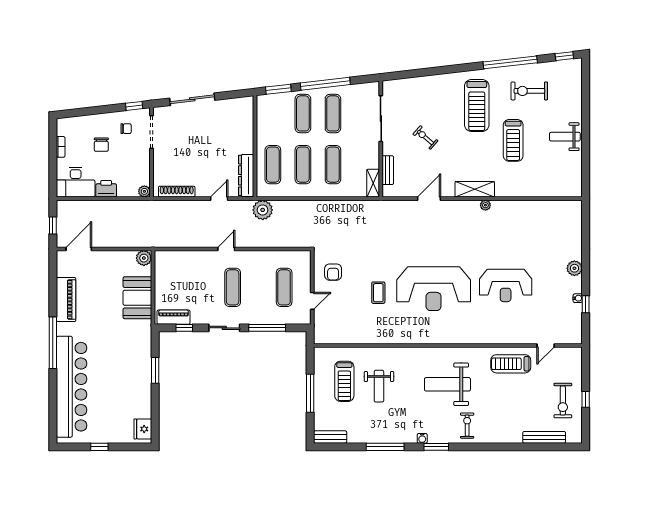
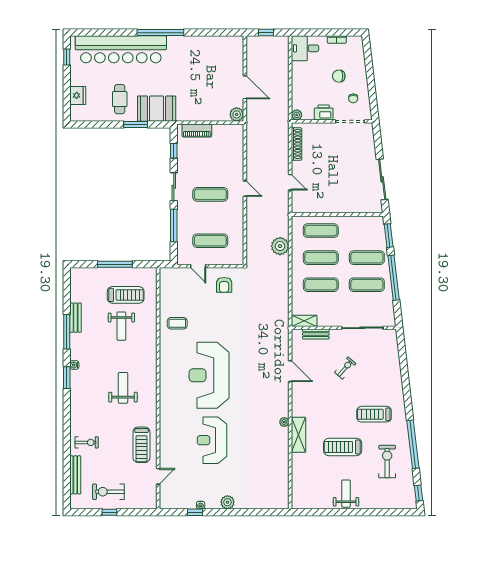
sliding door: (192, 99) -> (382, 179), moved
treadmill: (477, 105) -> (374, 414), width x0.73, depth x0.73
window: (134, 106) -> (374, 106), removed
dresser: (246, 175) -> (311, 206), removed
desk: (76, 182) -> (305, 48), width x0.73
printer: (106, 189) -> (324, 112), moved, turned -90
shelving: (475, 189) -> (299, 435), moved
plant: (263, 210) -> (280, 246), moved
door: (79, 249) -> (245, 87), moved
armchair: (333, 272) -> (224, 285), turned -90
coffee table: (378, 293) -> (177, 323), moved
booth: (137, 298) -> (157, 109), moved
piano: (66, 300) -> (199, 44), removed
piano: (174, 317) -> (197, 130), moved, turned 90
door: (546, 345) -> (158, 476), swing flipped
treadmill: (511, 364) -> (141, 445), turned 180
treadmill: (344, 381) -> (126, 295), turned 180
weight bench: (447, 384) -> (123, 388), width x0.73, depth x0.75
weight bench: (379, 386) -> (121, 326), turned -90
cafe table: (127, 388) -> (120, 99), added
exercise bike: (467, 426) -> (87, 442), moved
fridge: (143, 429) -> (78, 95), moved, turned 90
bench: (330, 437) -> (76, 318), moved
window: (99, 447) -> (67, 57), moved

